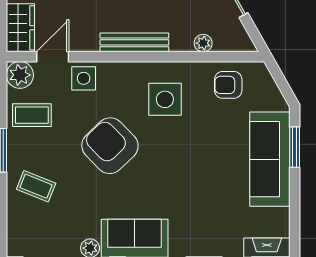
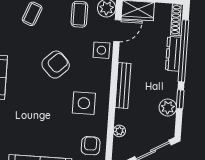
door: (53, 57) -> (117, 31), hinge flipped
armchair: (110, 146) -> (56, 65), width x0.73, depth x0.73

